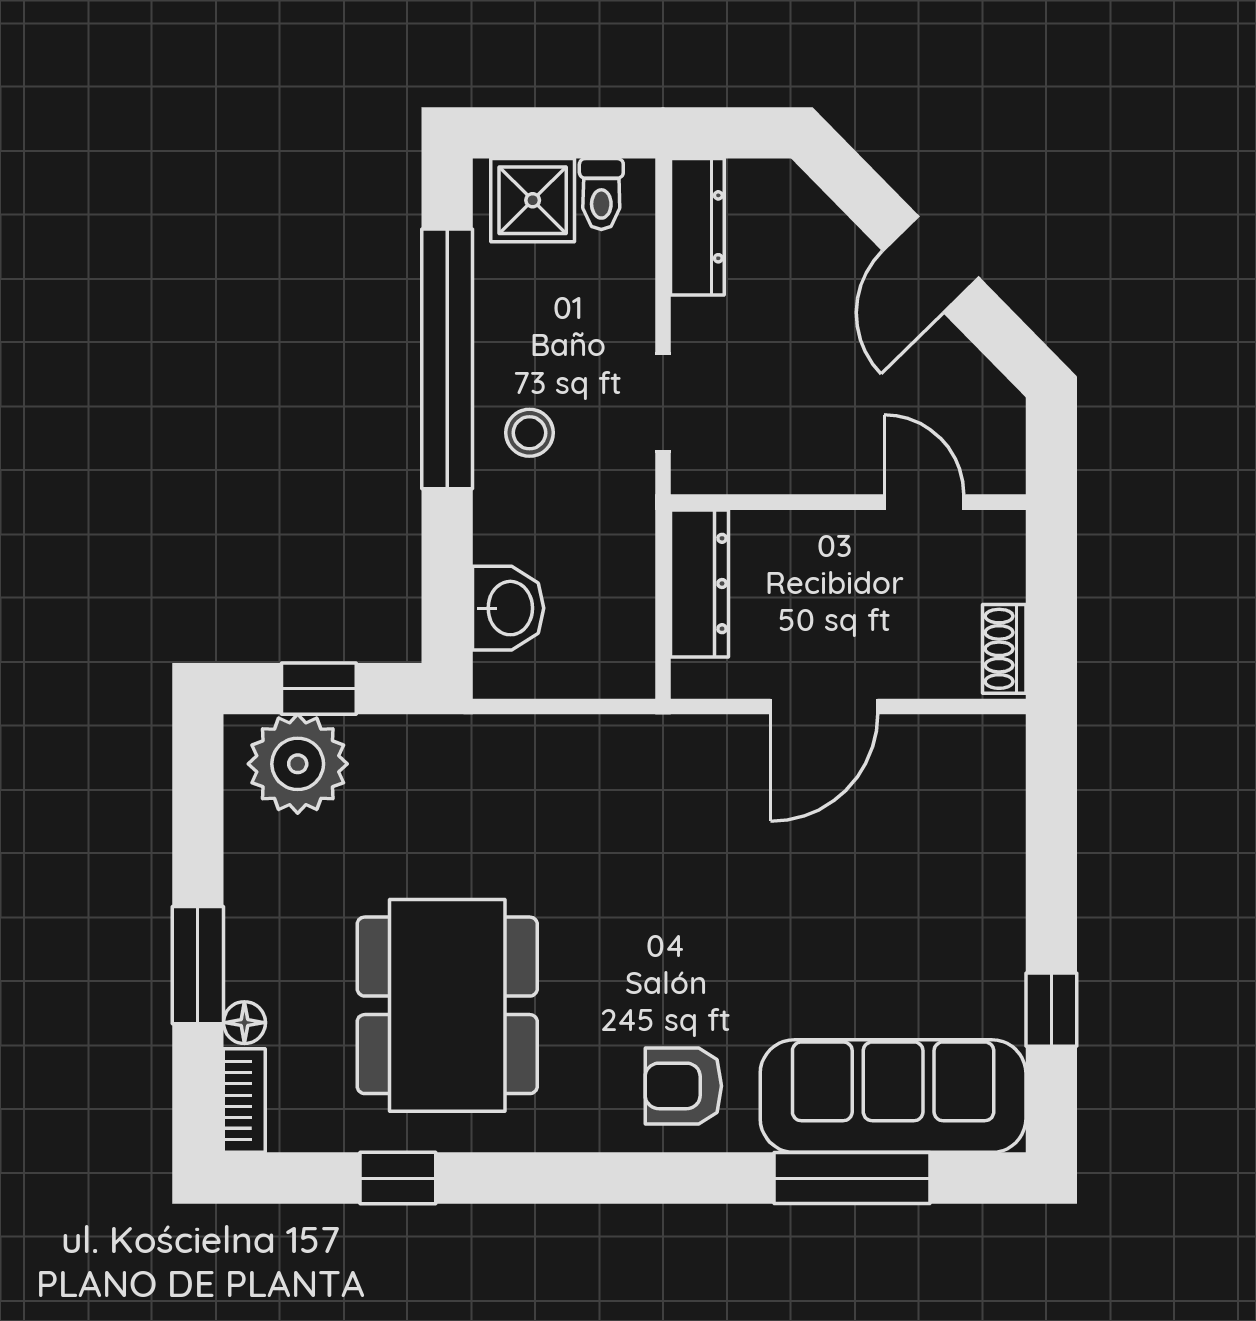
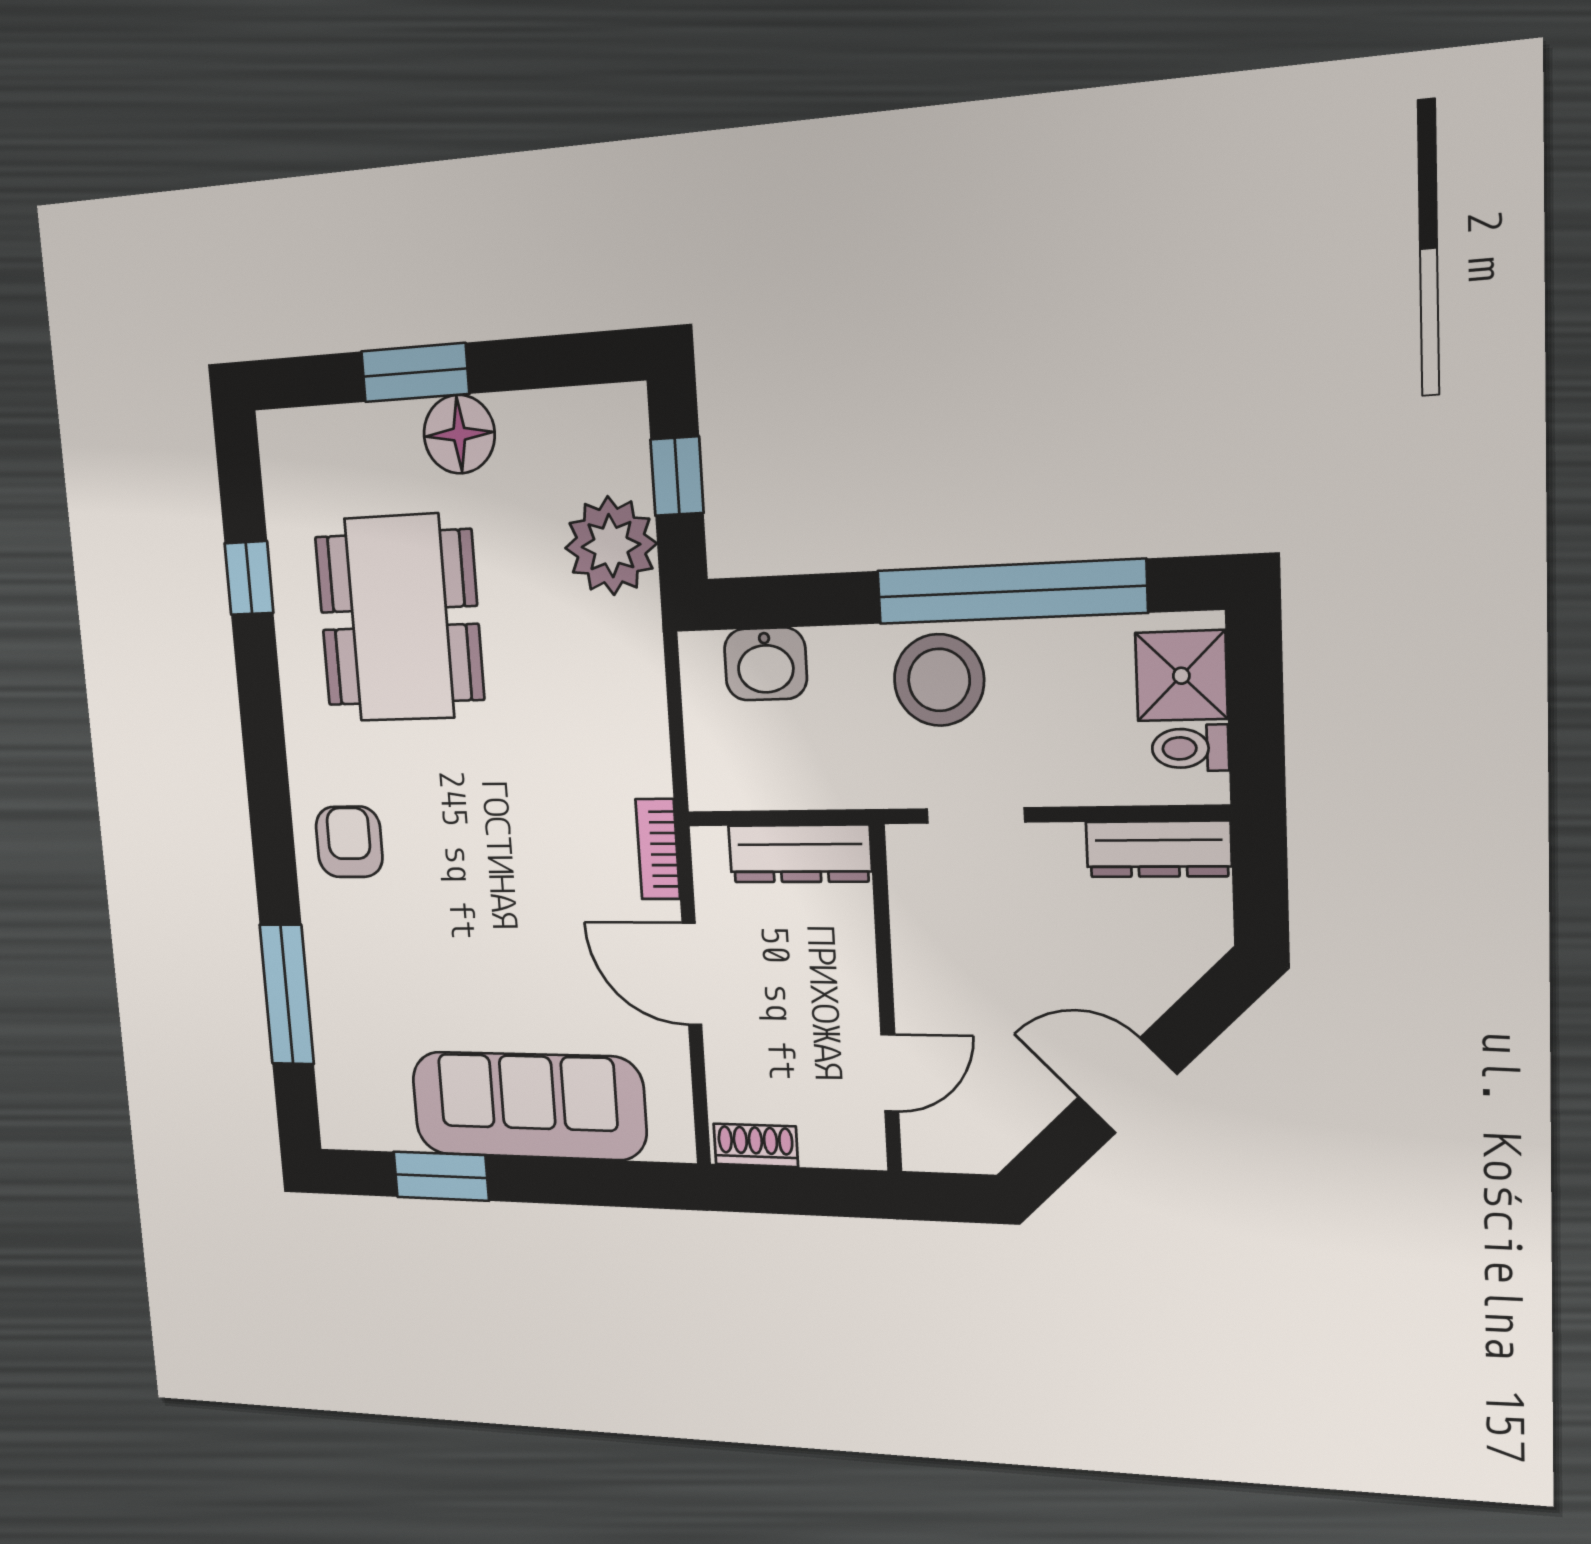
stool: (529, 433) -> (939, 680), width x1.89, depth x1.89
plant: (298, 764) -> (611, 546), moved
dining table: (447, 1005) -> (399, 618), turned 90
window: (1051, 1010) -> (441, 1176), width x1.50
floor lamp: (244, 1023) -> (459, 434), moved, width x1.89, depth x1.89
sofa: (893, 1096) -> (528, 1106), moved, turned -90
bookcase: (244, 1101) -> (658, 849), moved, turned 90

